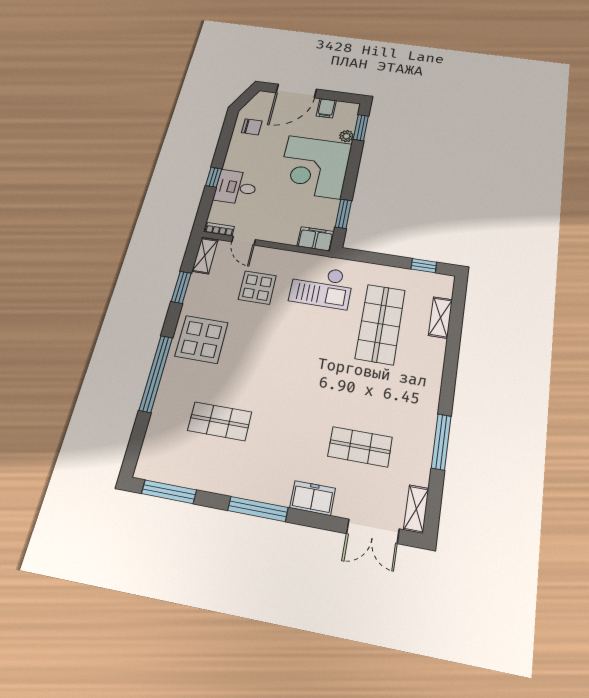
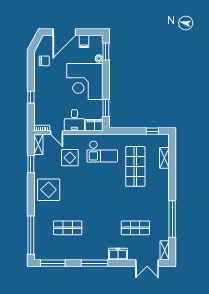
desk: (236, 187) -> (74, 120), moved, turned -90
window: (156, 373) -> (31, 235), moved
window: (441, 442) -> (172, 219), width x1.46

